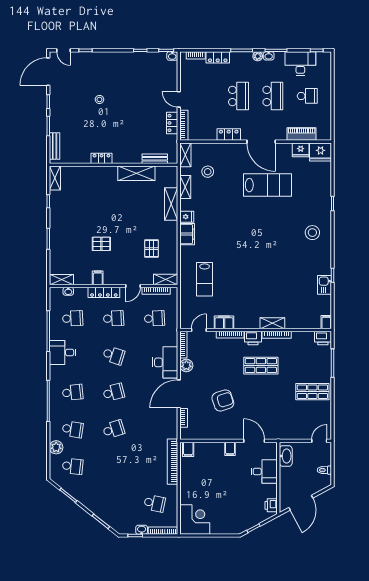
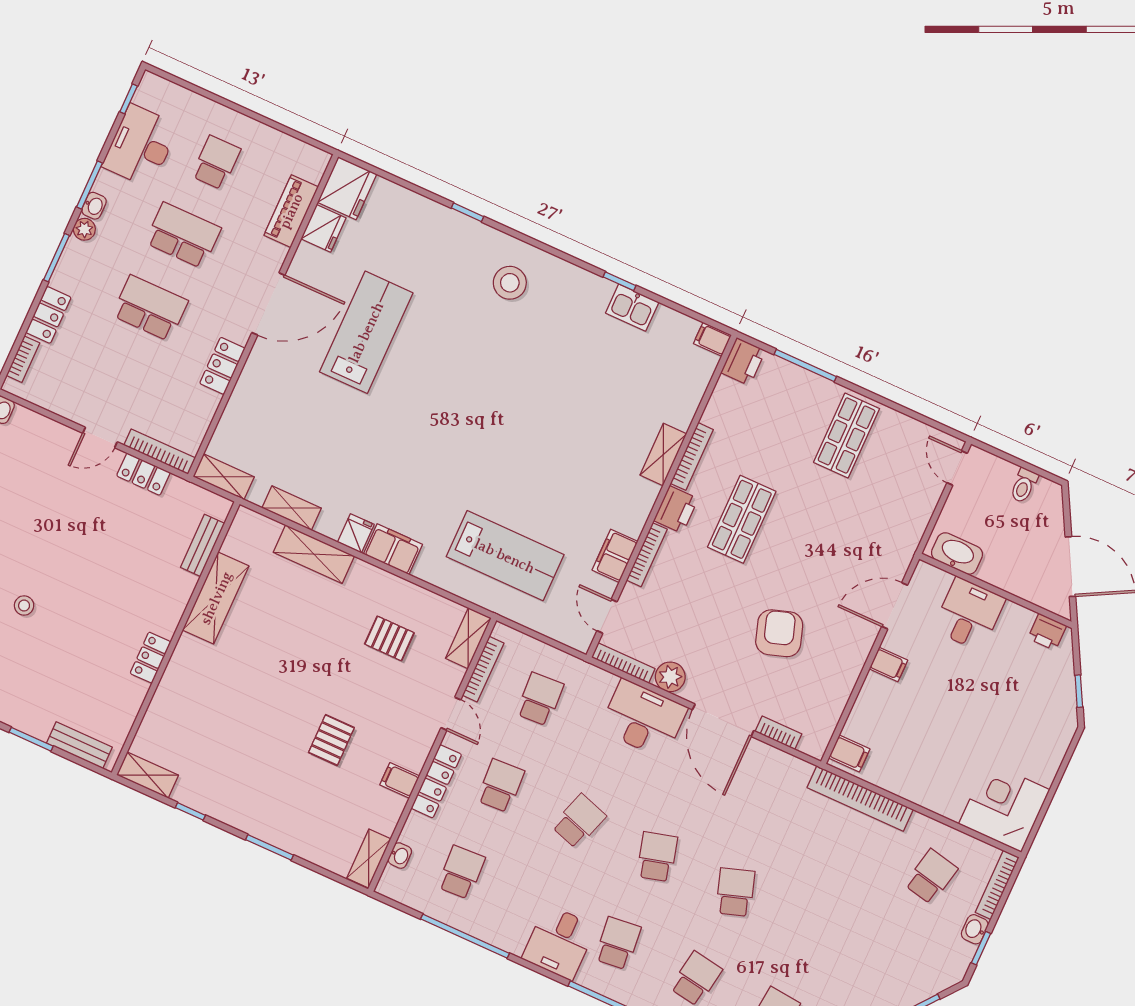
stool: (208, 172) -> (281, 446), removed
lab bench: (205, 279) -> (505, 556), width x1.36, depth x1.39
desk: (63, 352) -> (559, 942), moved

